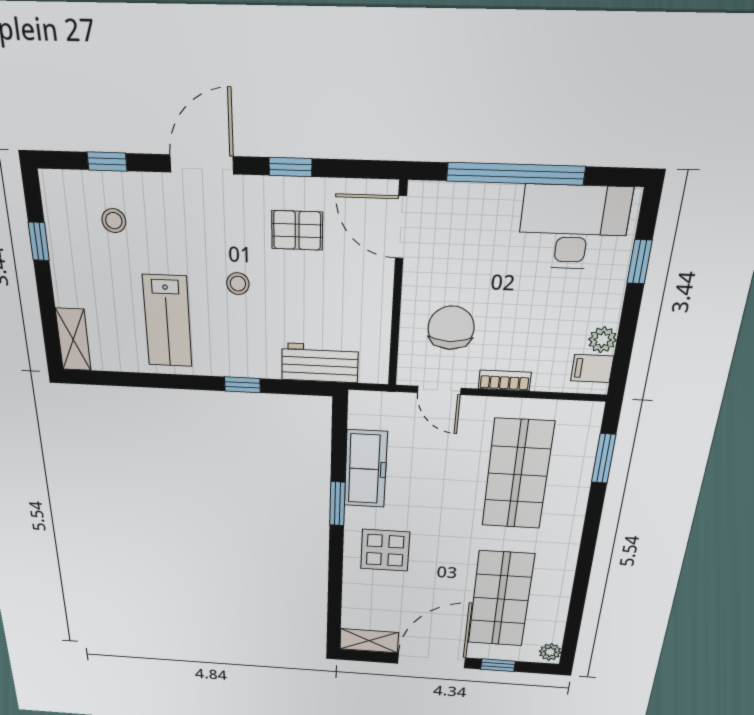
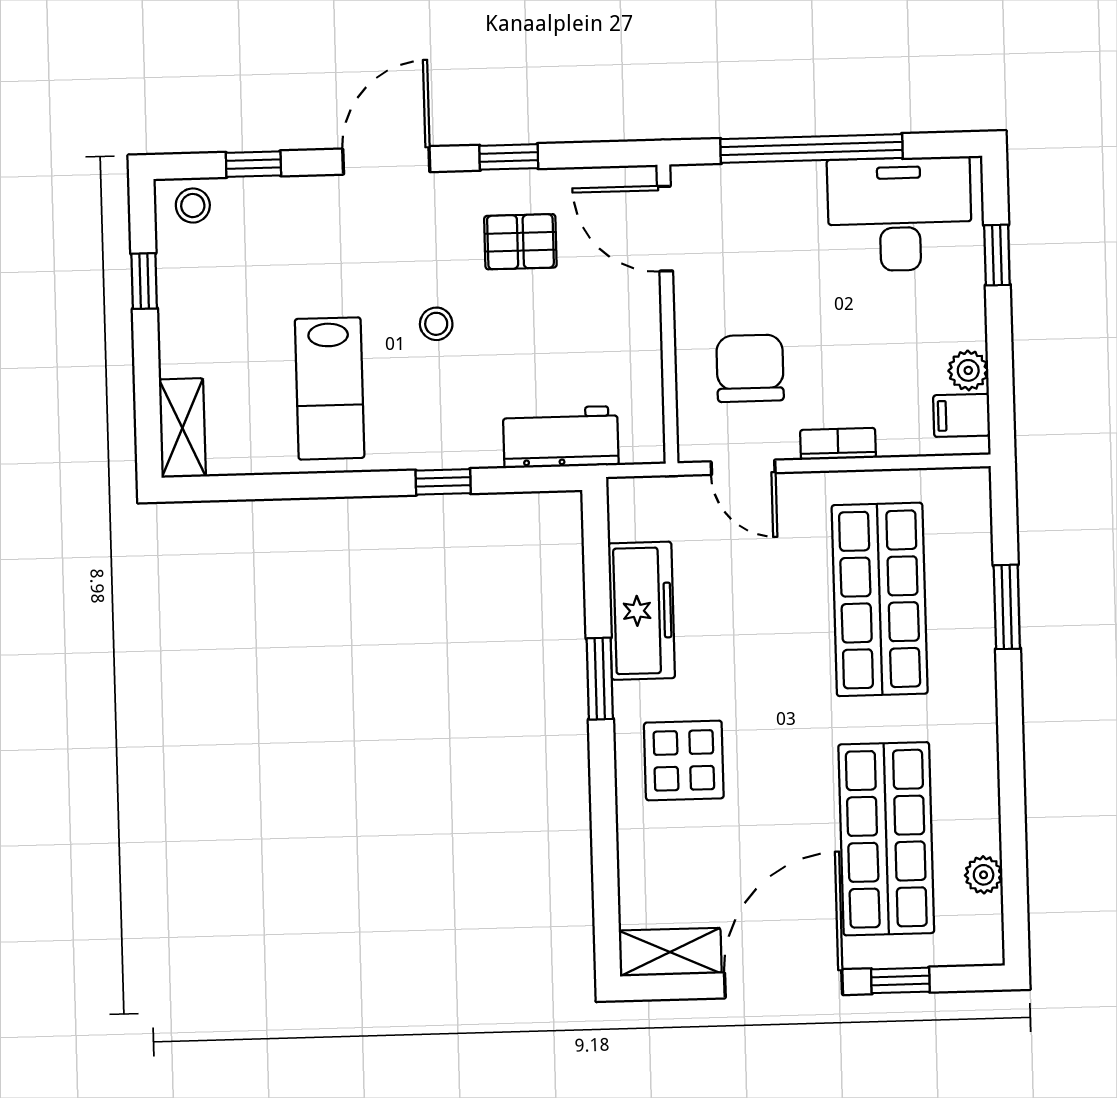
stool: (114, 221) -> (193, 206), moved
window: (604, 458) -> (1007, 607), moved
plant: (550, 652) -> (984, 875), moved

